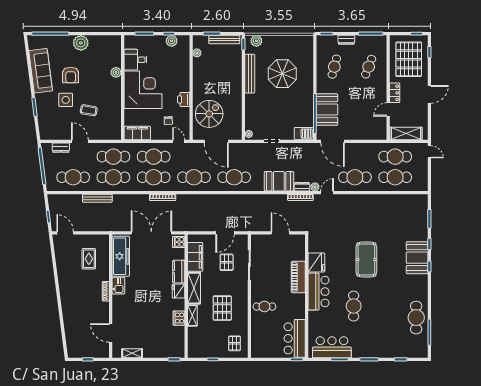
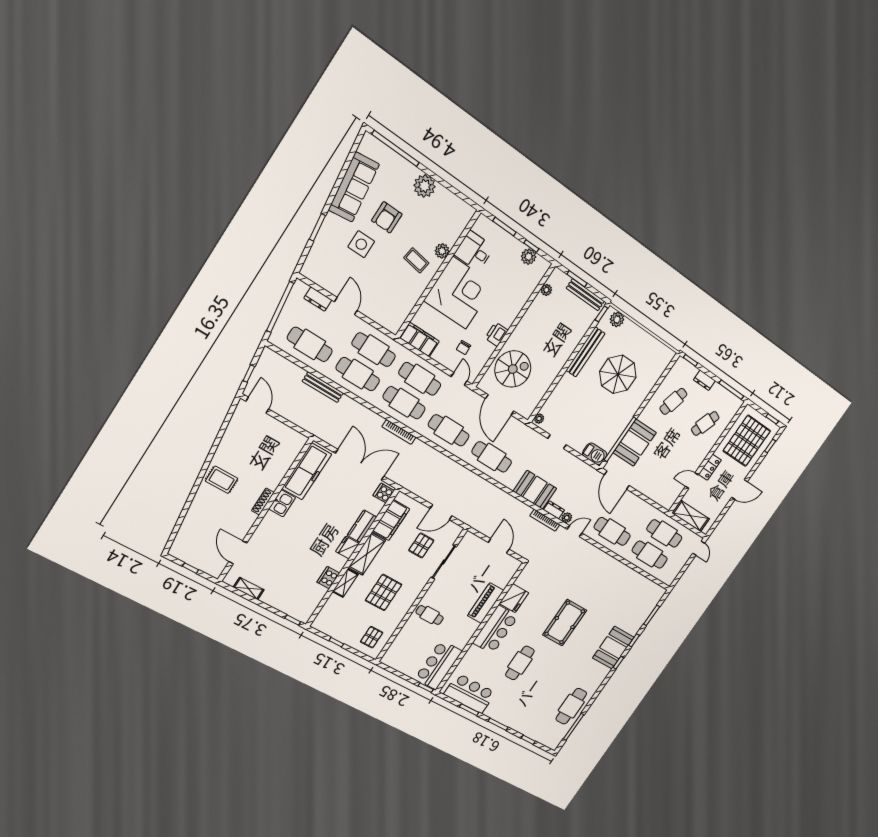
coffee table: (89, 110) -> (416, 260), moved
rug: (89, 259) -> (222, 480), moved, turned 90

